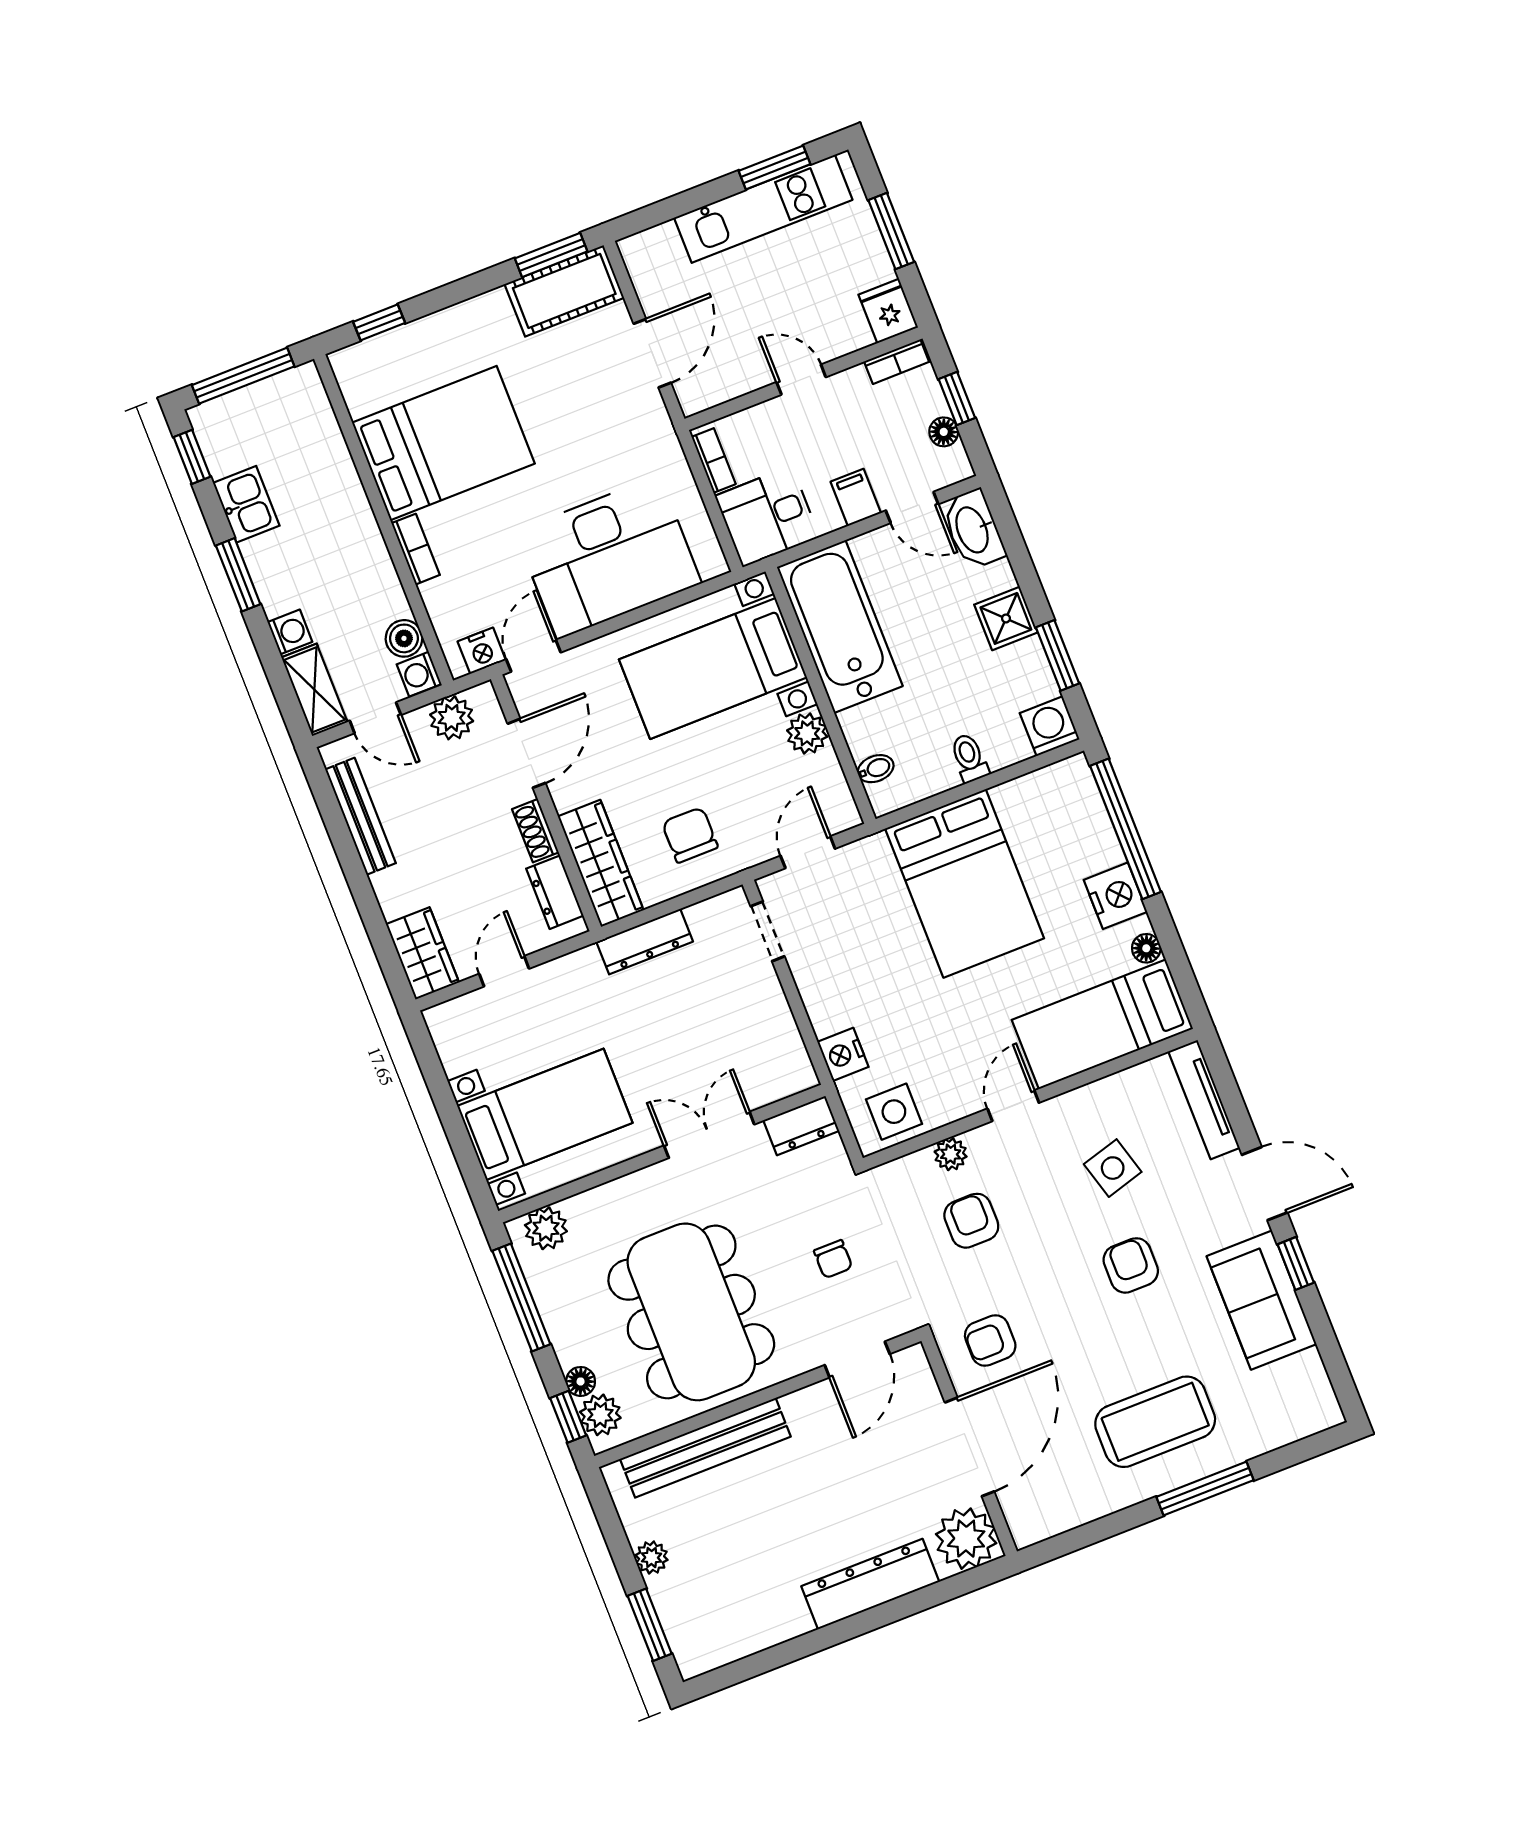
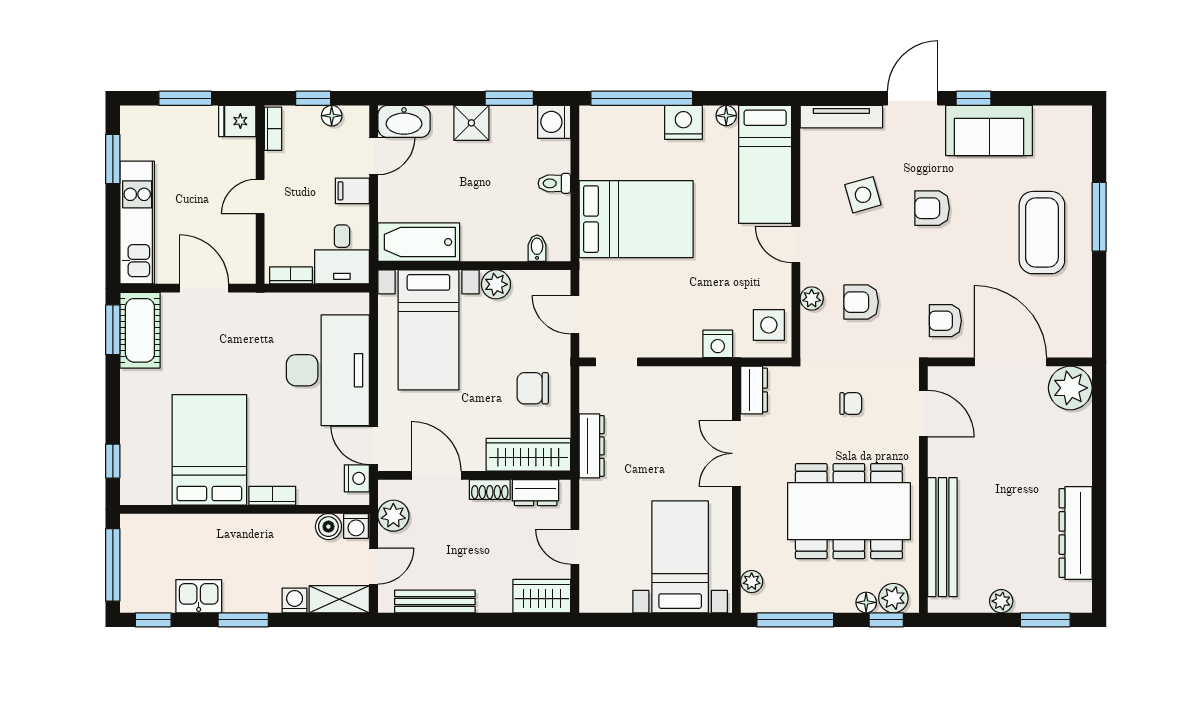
kitchen unit: (763, 209) -> (137, 223), moved
bathtub: (840, 626) -> (419, 242), width x0.73, depth x0.73
plant: (546, 1228) -> (752, 582), width x0.73, depth x0.73
armchair: (990, 1340) -> (945, 321), turned 90
dresser: (870, 1584) -> (1076, 533), moved

